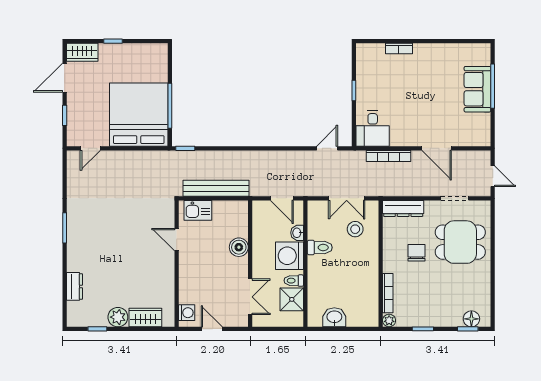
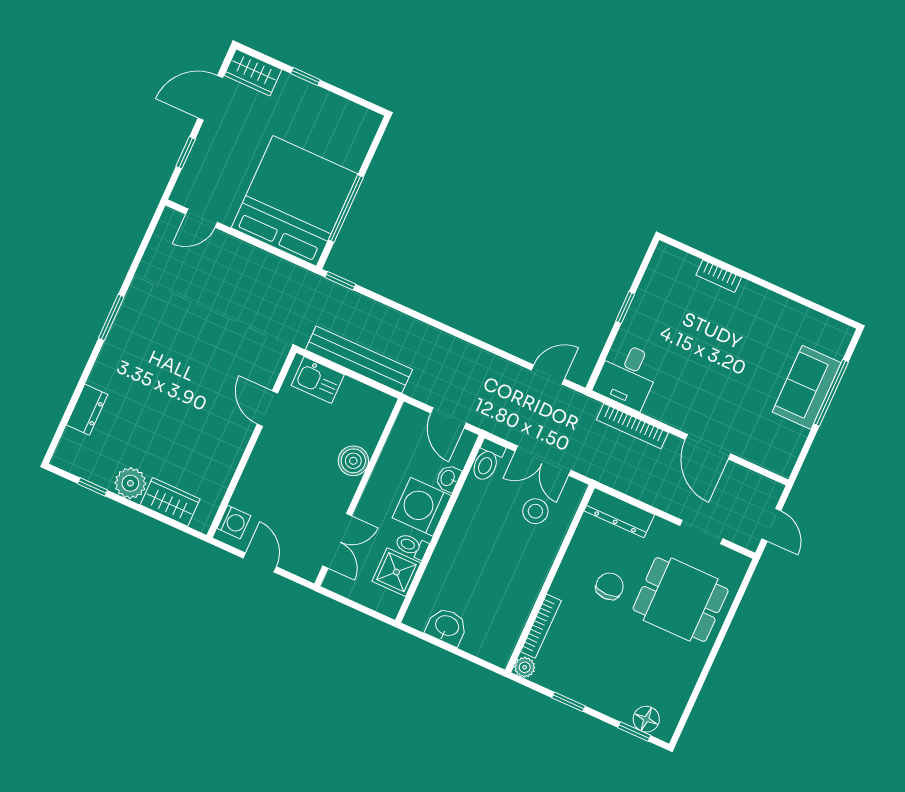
toilet: (320, 248) -> (487, 461), moved, turned 90

